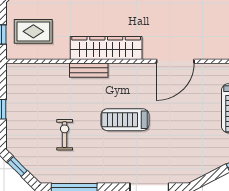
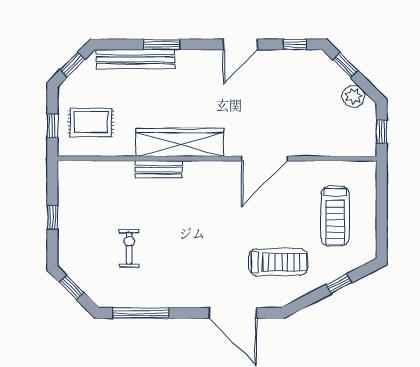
treadmill: (125, 120) -> (278, 262), moved, turned 180

